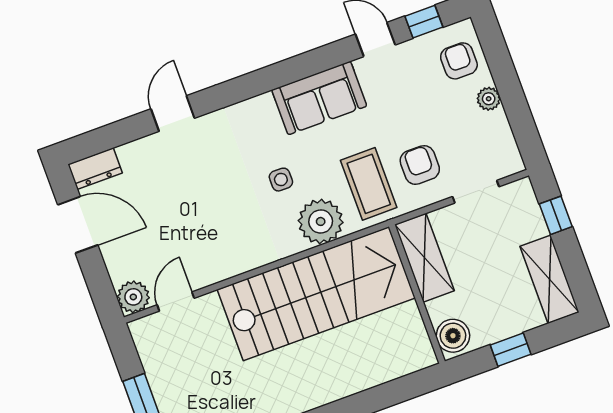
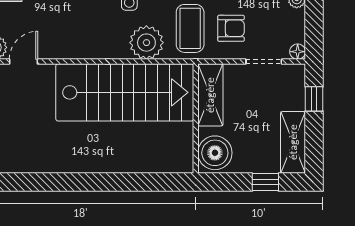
floor lamp: (514, 164) -> (298, 52), added
armchair: (420, 165) -> (231, 28), turned 90
boiler: (453, 336) -> (215, 153), width x1.37, depth x1.37
window: (511, 350) -> (265, 182), moved

